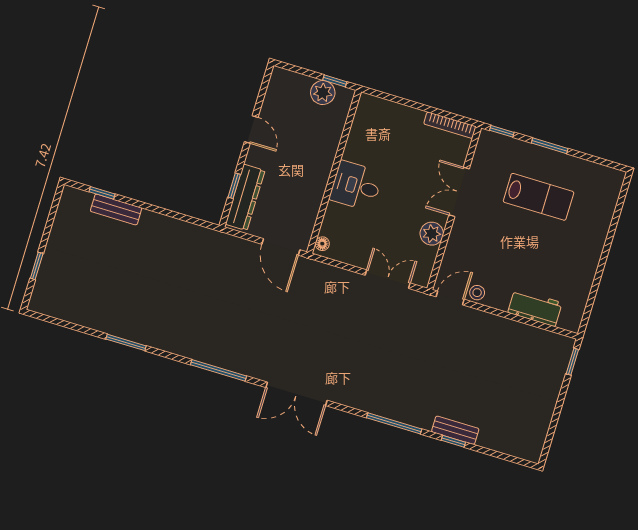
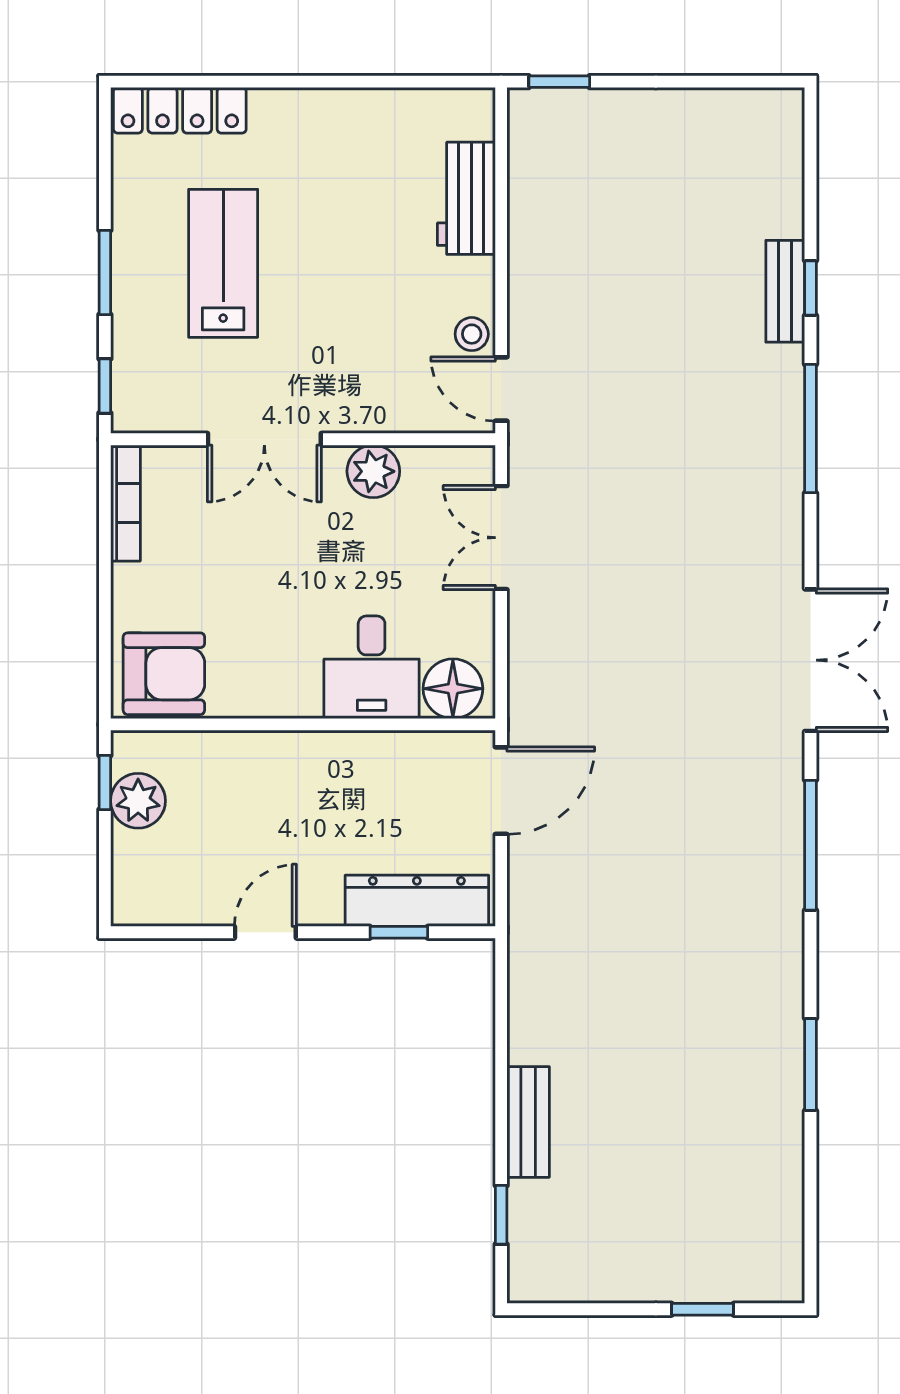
armchair: (373, 120) -> (164, 674), added
desk: (356, 186) -> (372, 667), moved
locker: (609, 198) -> (180, 110), added
bench: (116, 210) -> (528, 1122), moved
floor lamp: (322, 244) -> (453, 689), width x1.89, depth x1.89

